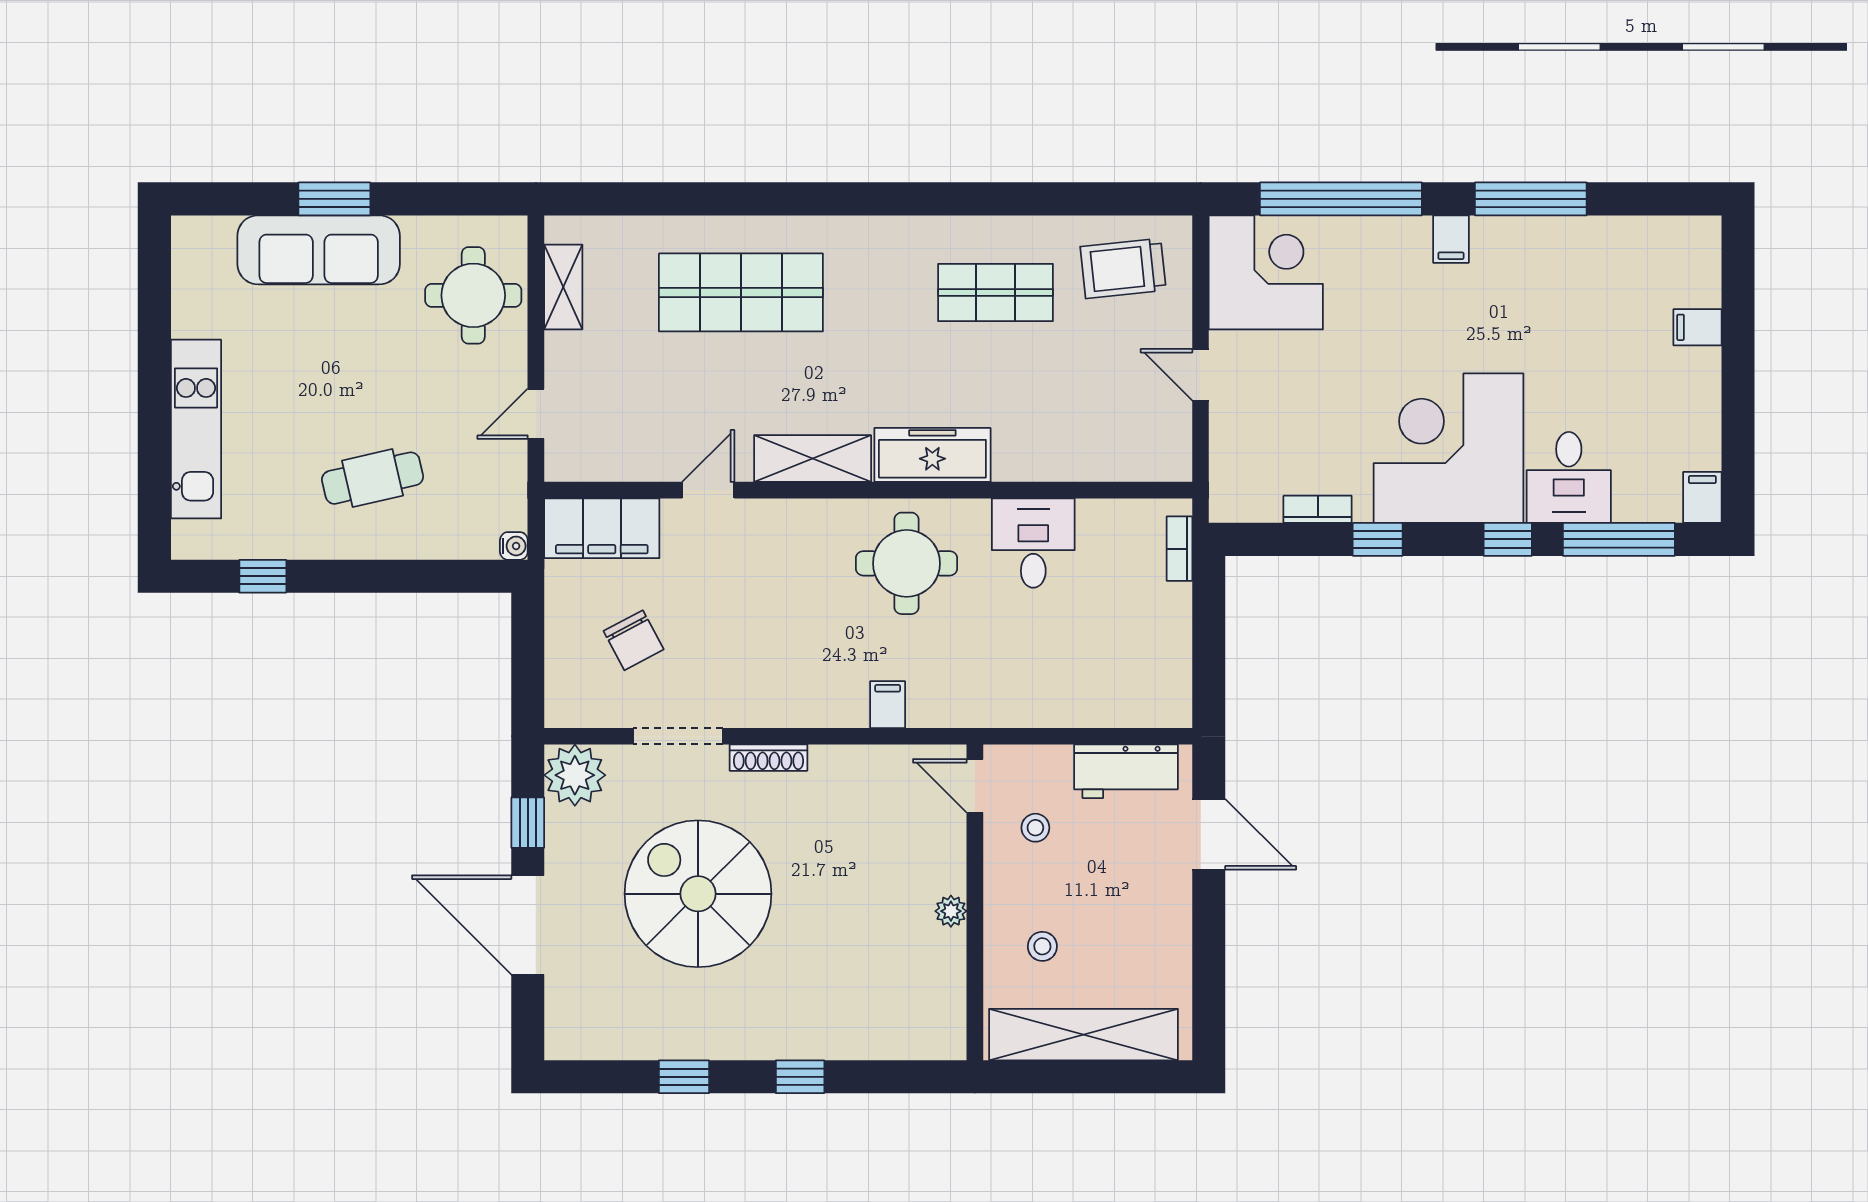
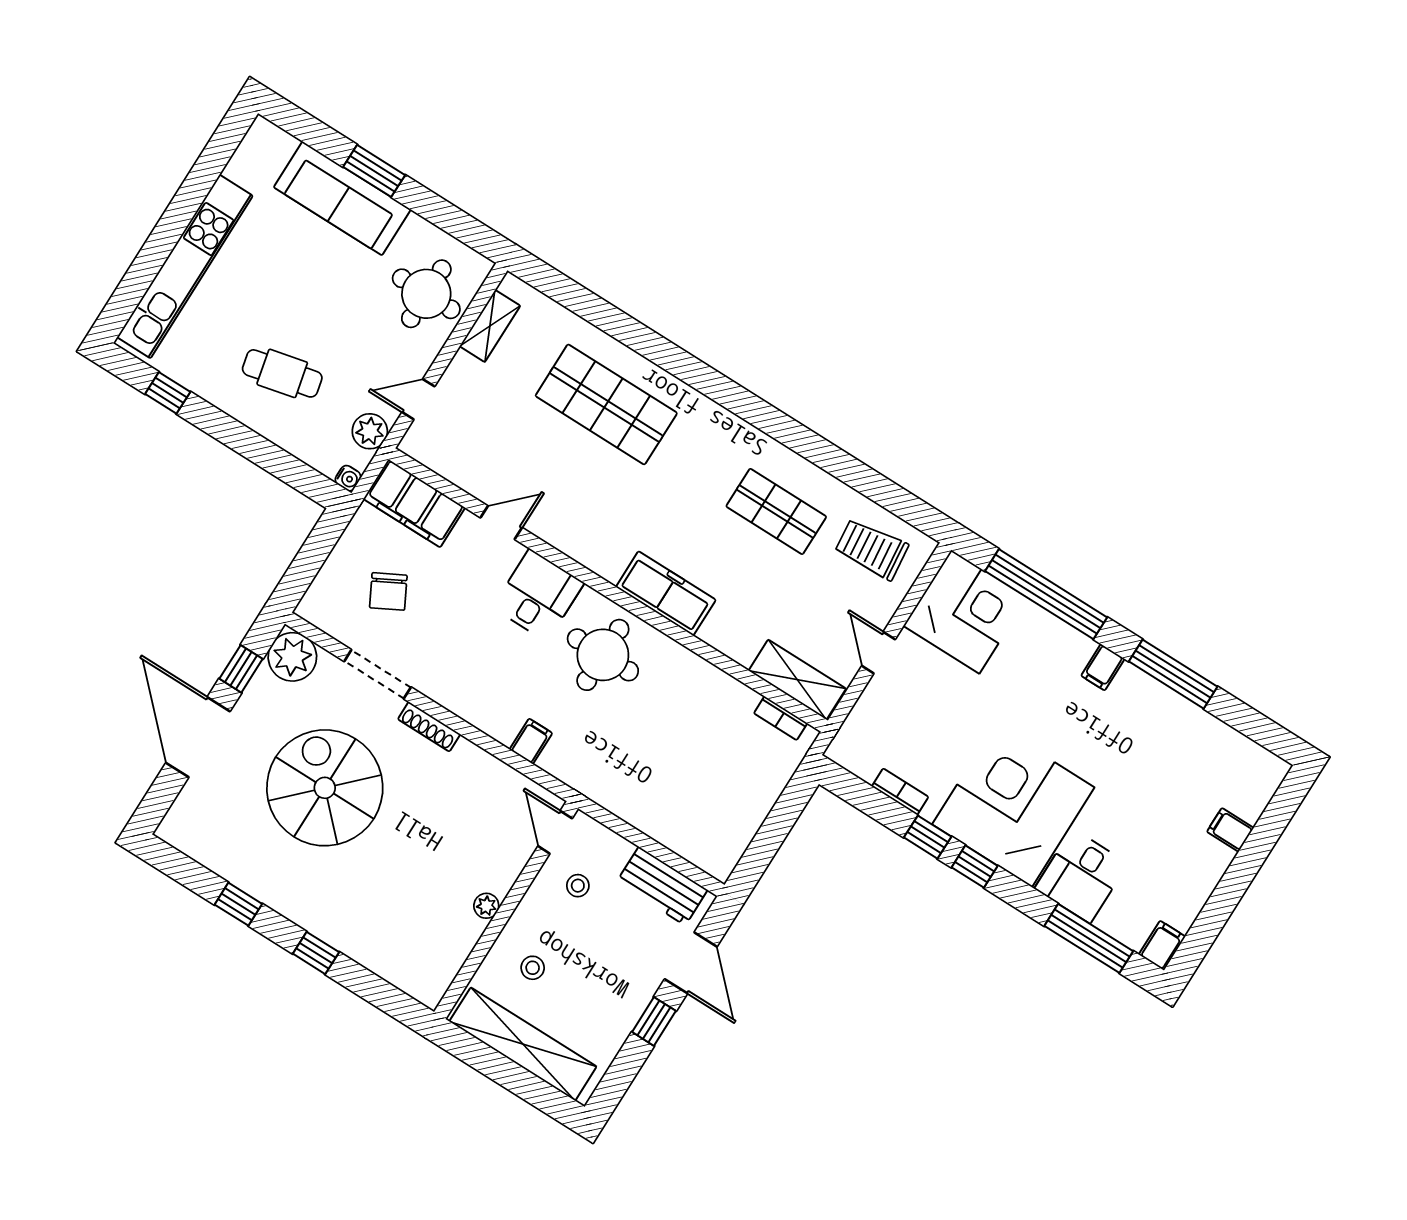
kitchen unit: (196, 429) -> (185, 266), width x1.36
shelving: (813, 459) -> (797, 680), moved
plant: (506, 481) -> (370, 431), added
window: (1508, 539) -> (975, 867), moved
desk: (1033, 543) -> (538, 595), moved
bookcase: (1179, 549) -> (781, 718), moved, turned -90
window: (1209, 922) -> (654, 1021), added

